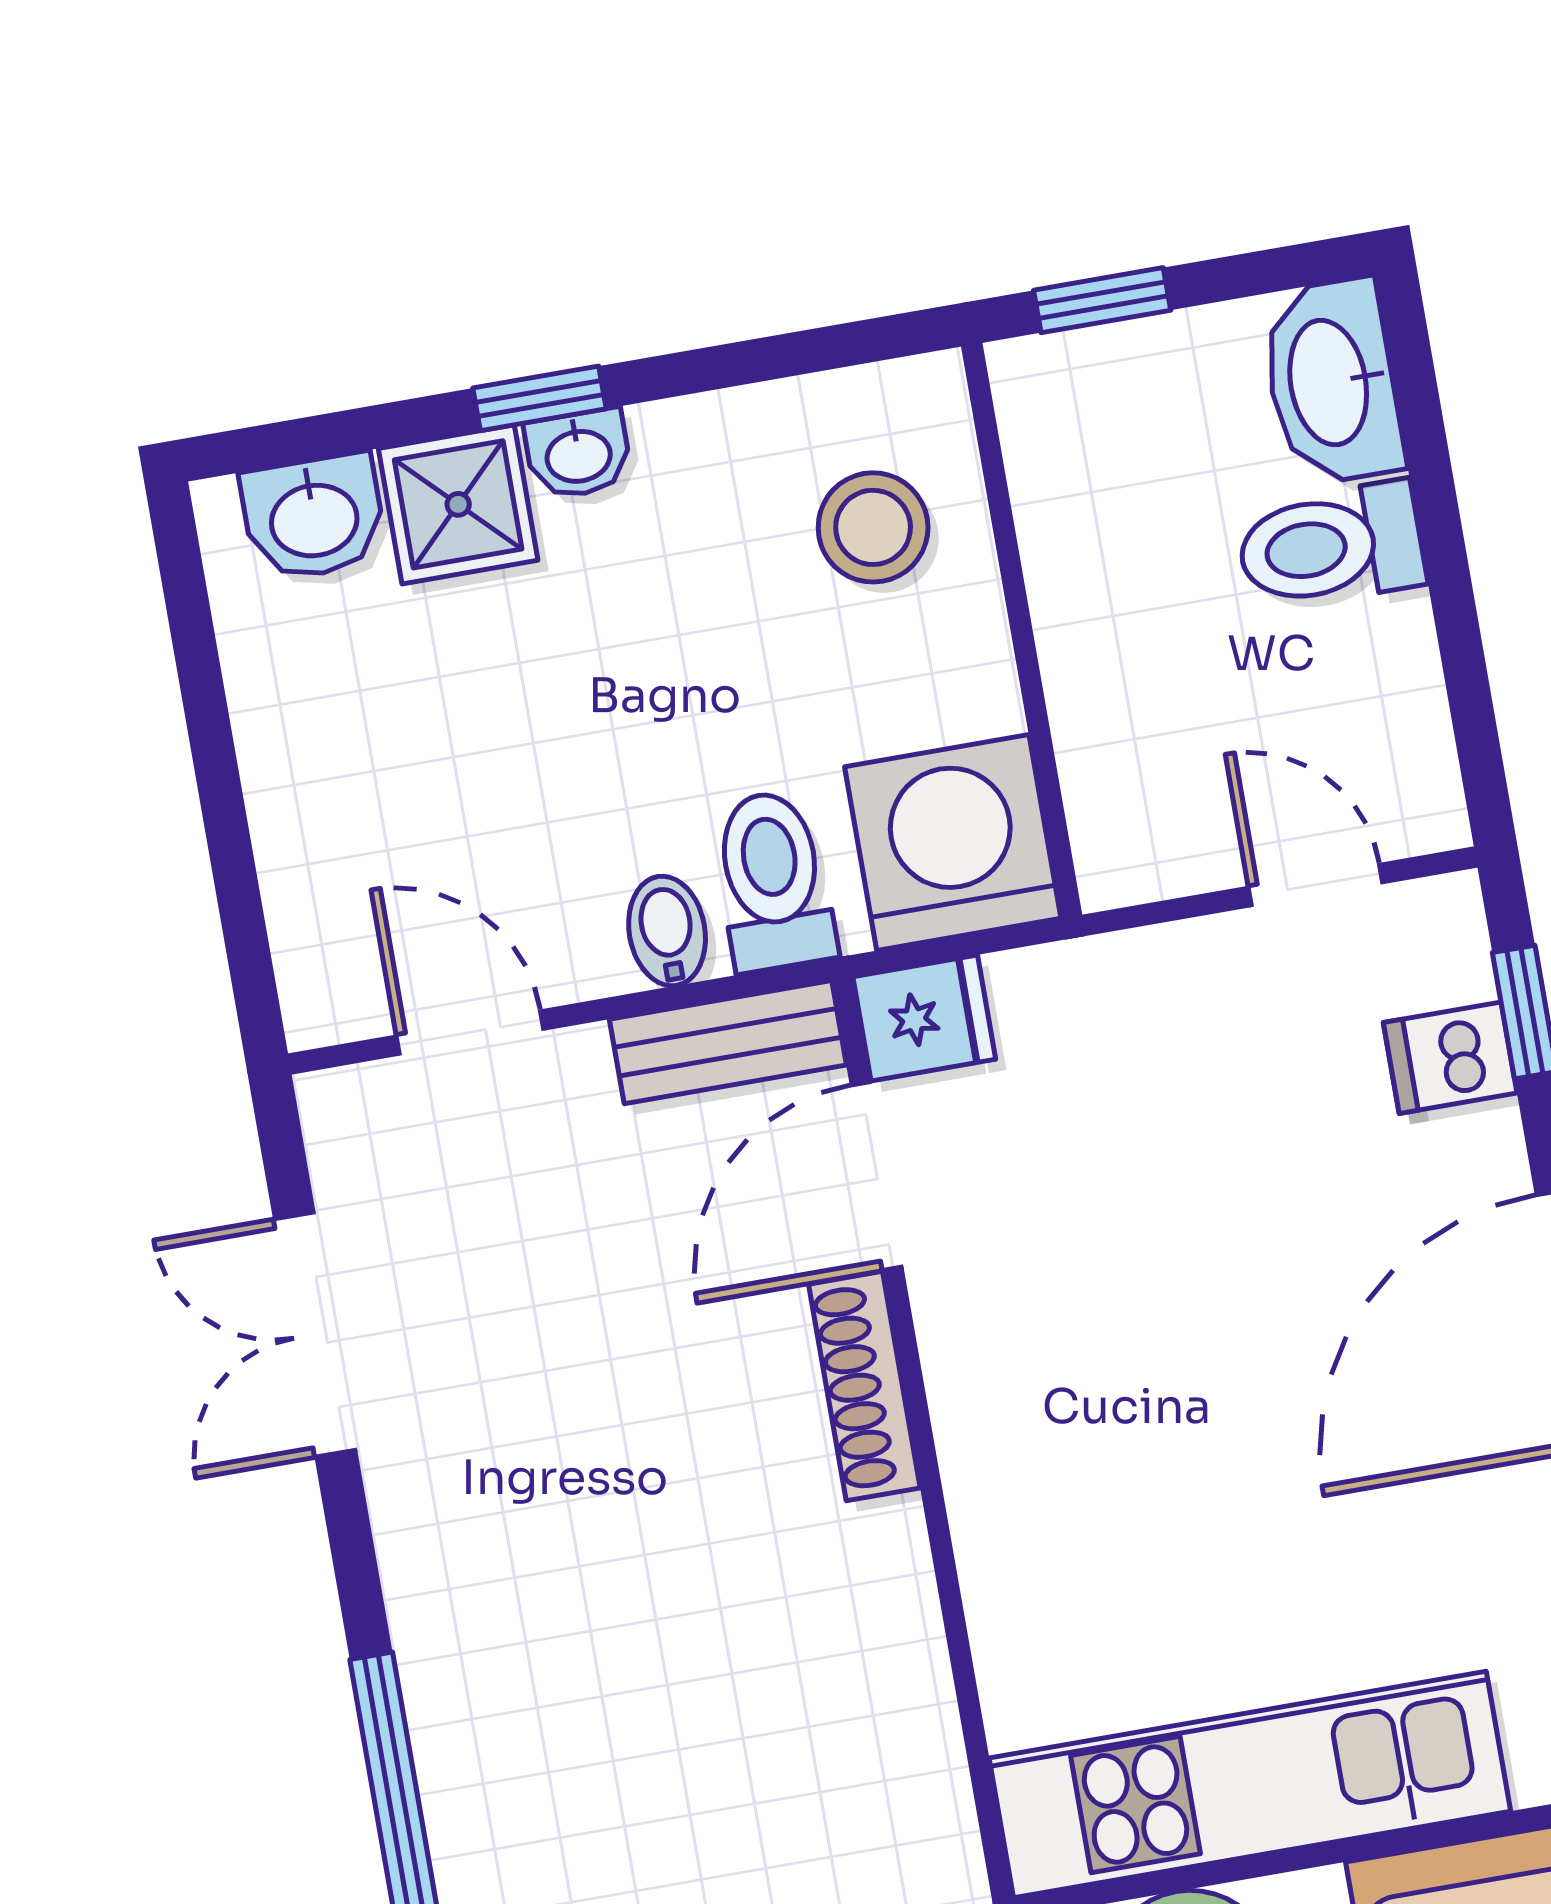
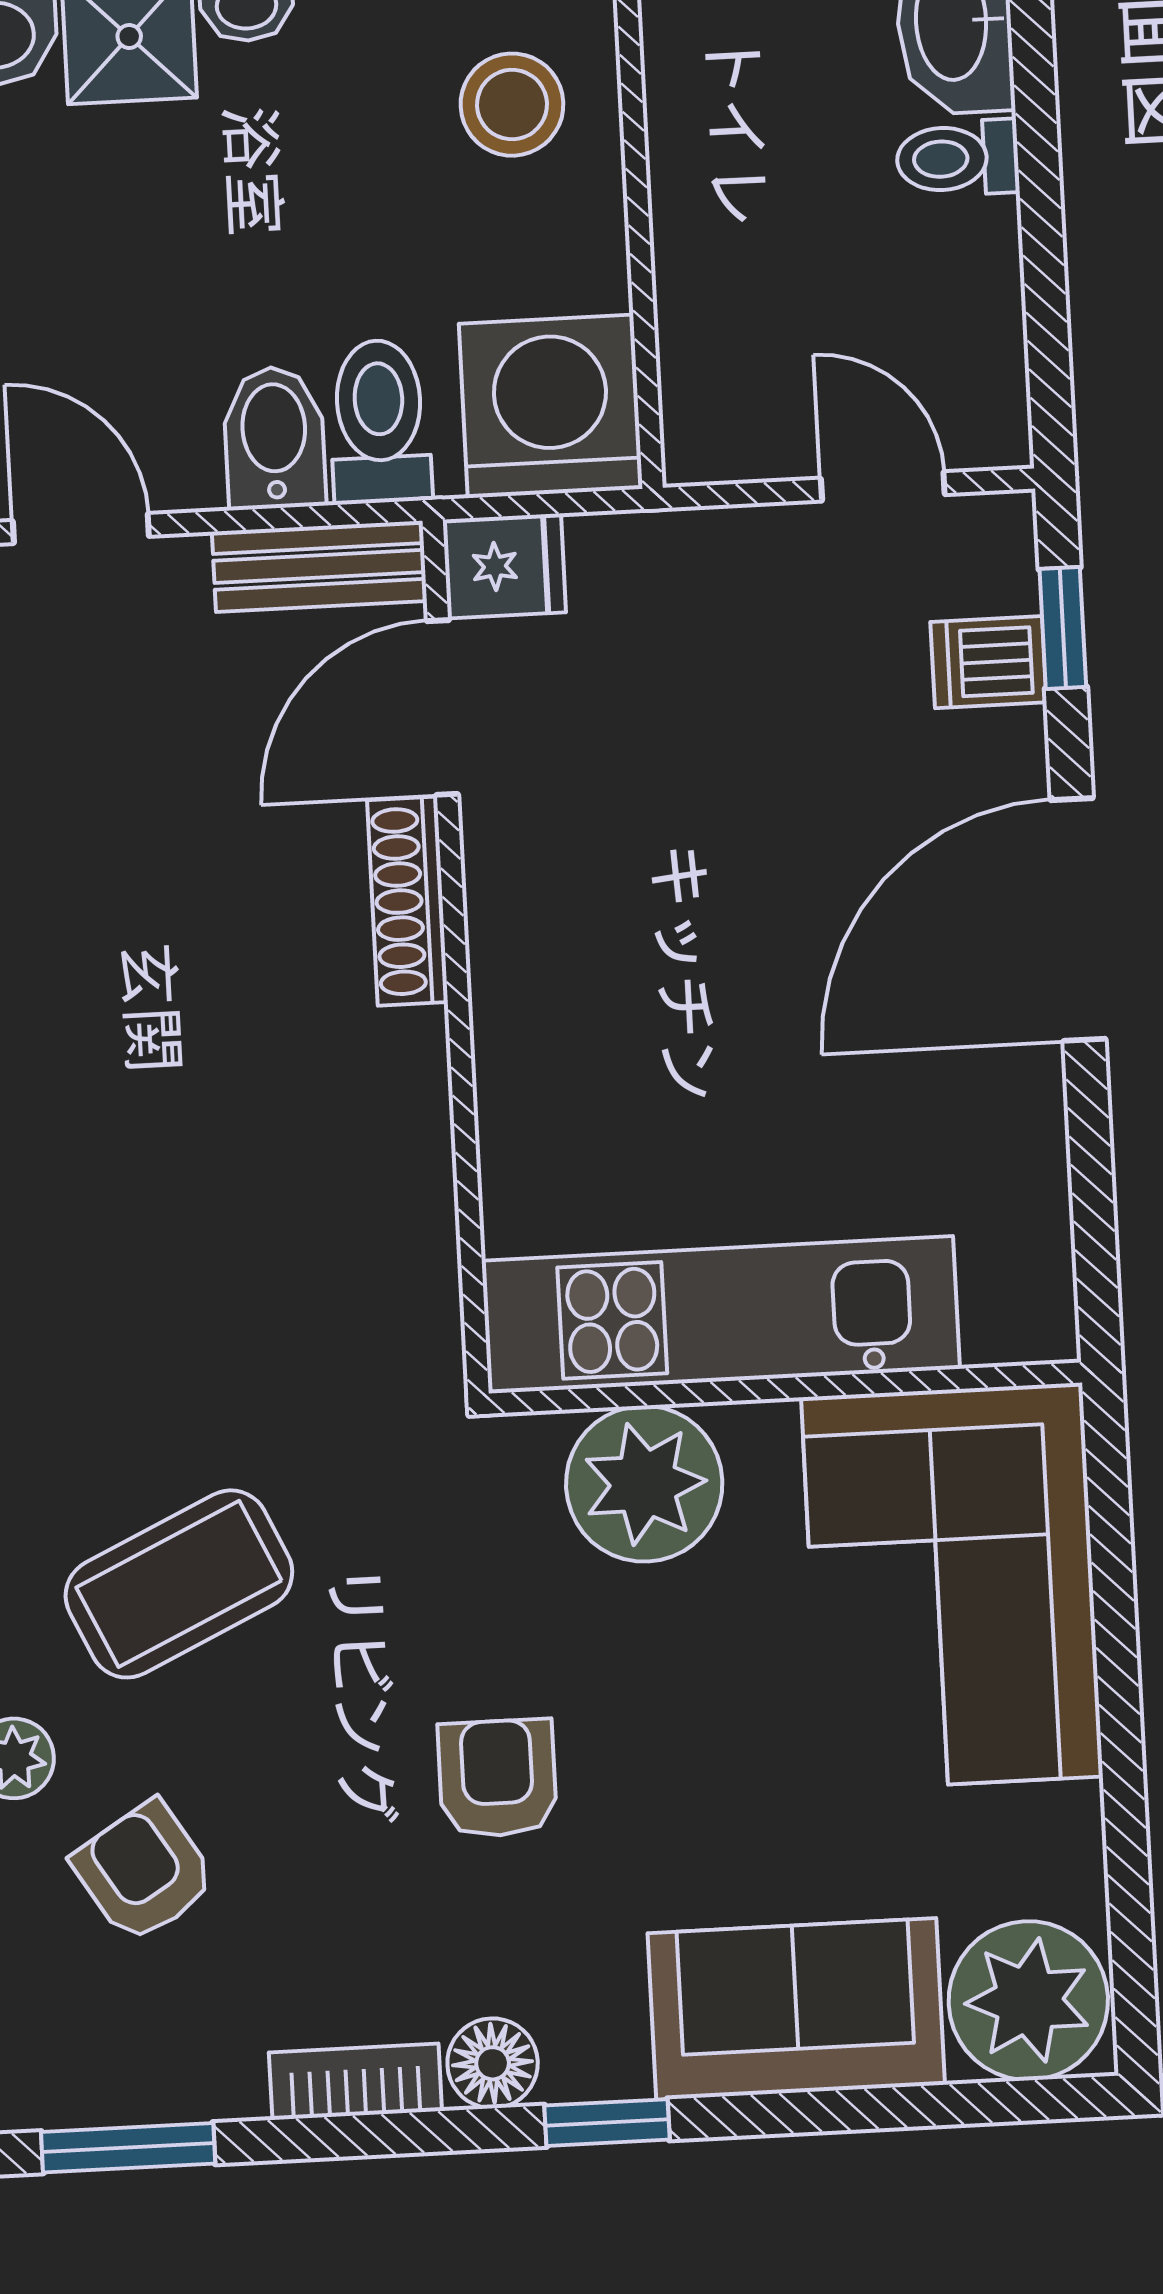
toilet: (1331, 546) -> (958, 158), width x0.73, depth x0.72
bidet: (667, 931) -> (274, 438), width x1.38, depth x1.36

